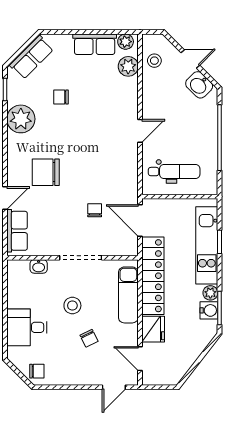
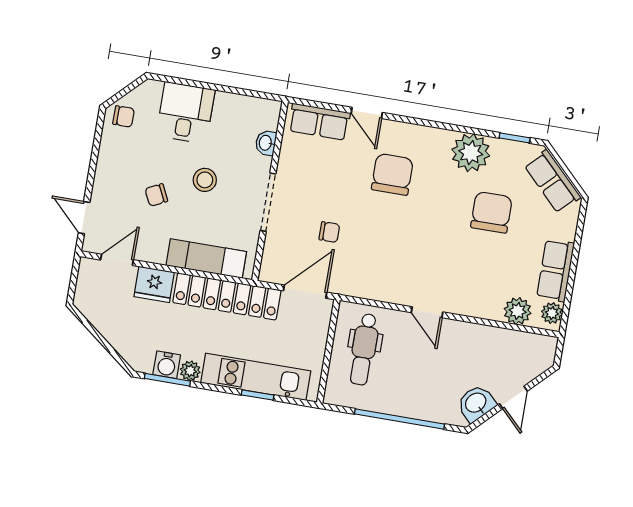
stool: (154, 61) -> (519, 348), removed
chair: (61, 97) -> (491, 212), width x1.87, depth x1.87
chair: (37, 371) -> (124, 116), turned -90

